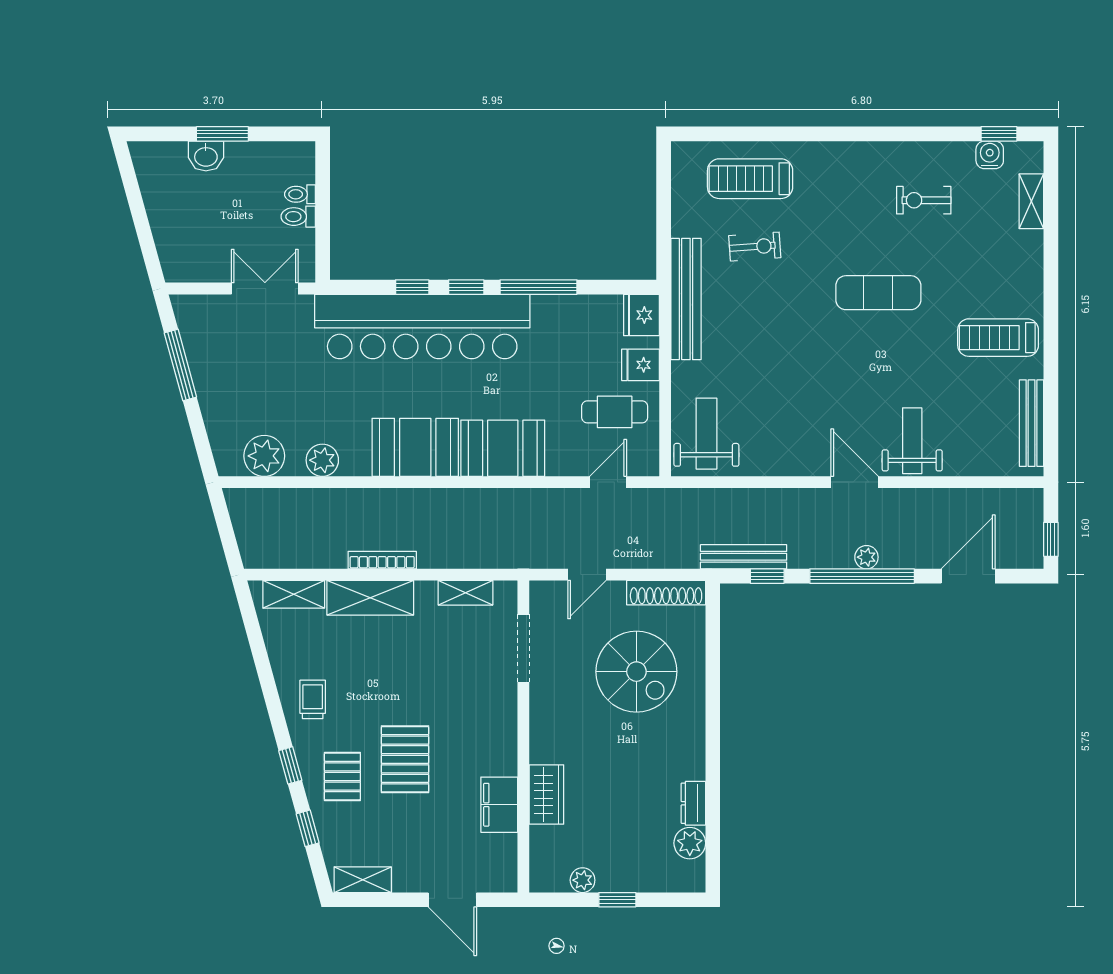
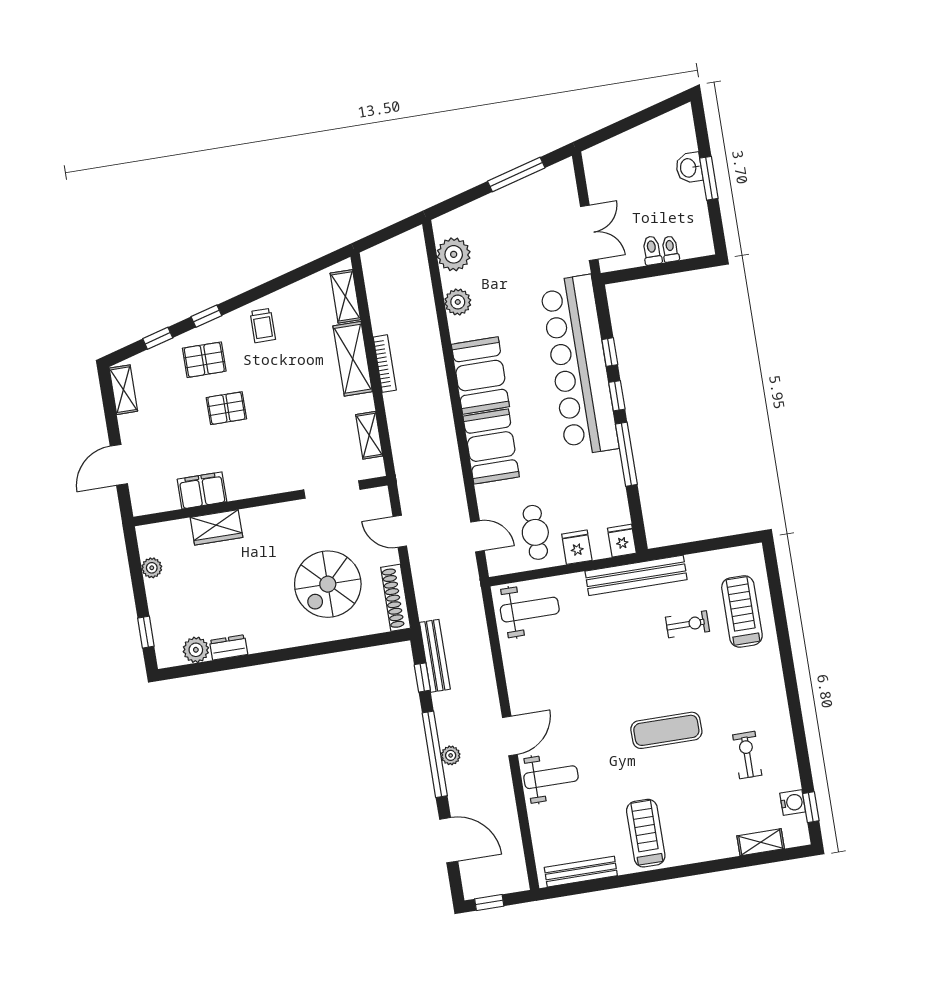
exercise bike: (755, 247) -> (688, 624), turned -86
exercise mat: (878, 293) -> (666, 730), turned 90
fridge: (641, 315) -> (622, 541), width x0.72
trolley: (313, 699) -> (263, 326), turned 90
pallet: (405, 759) -> (226, 408), width x0.67, depth x0.71
window: (617, 900) -> (146, 632), moved

